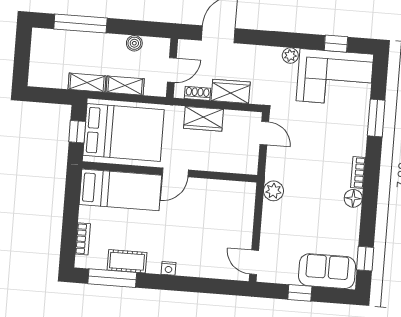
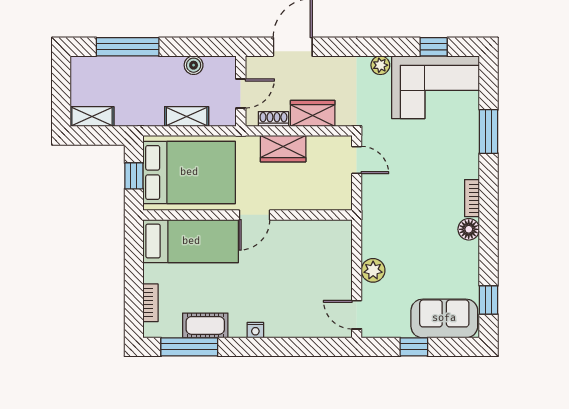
shelving: (87, 83) -> (92, 116), moved
plant: (273, 191) -> (373, 270), moved

